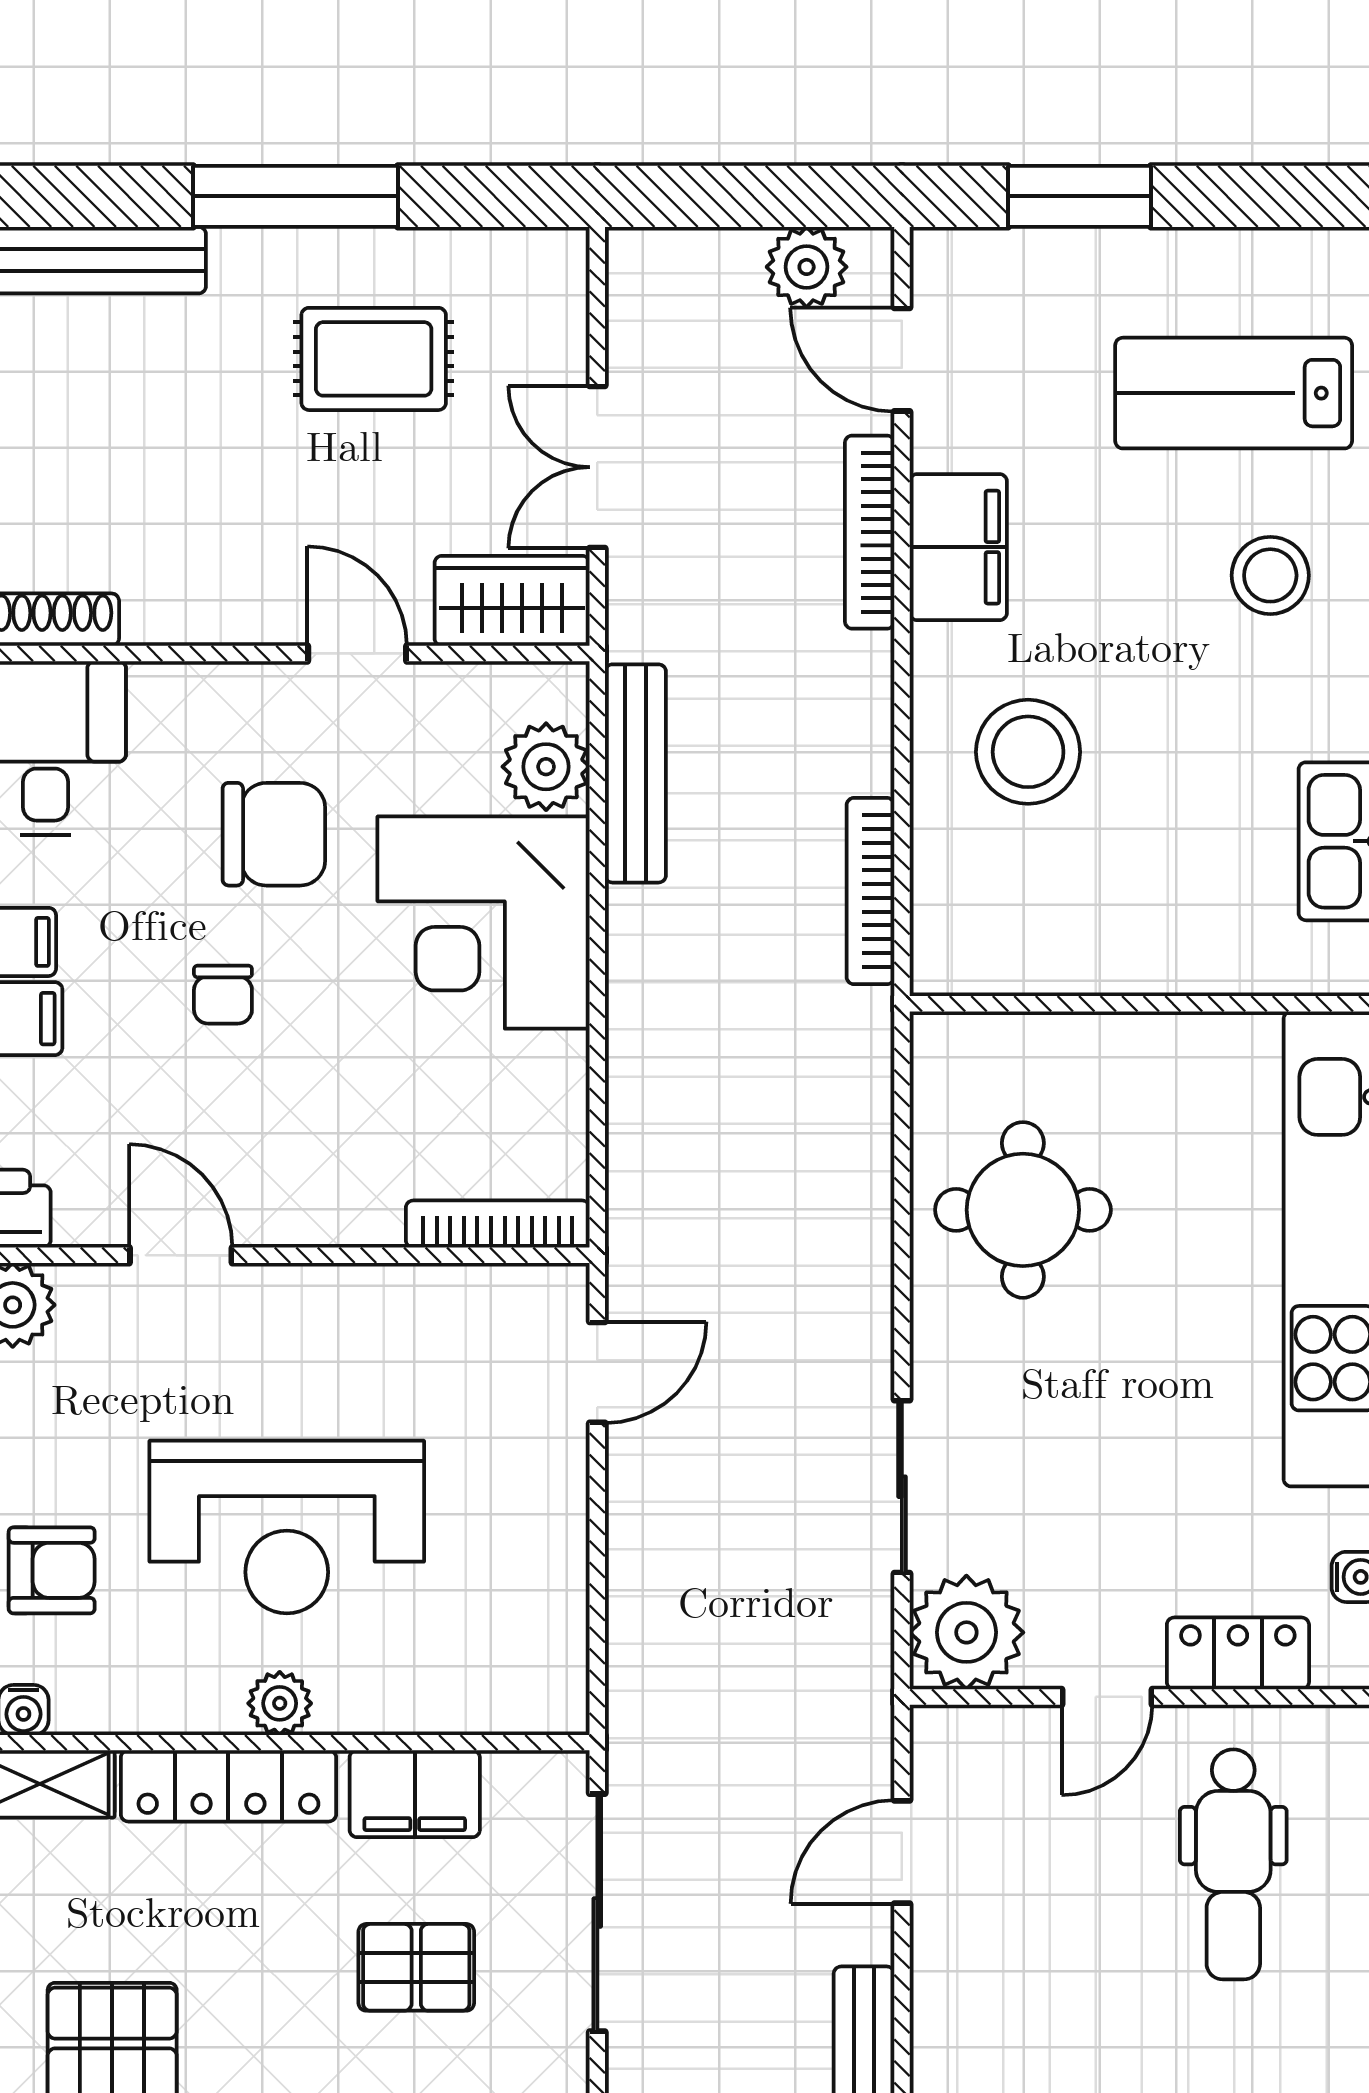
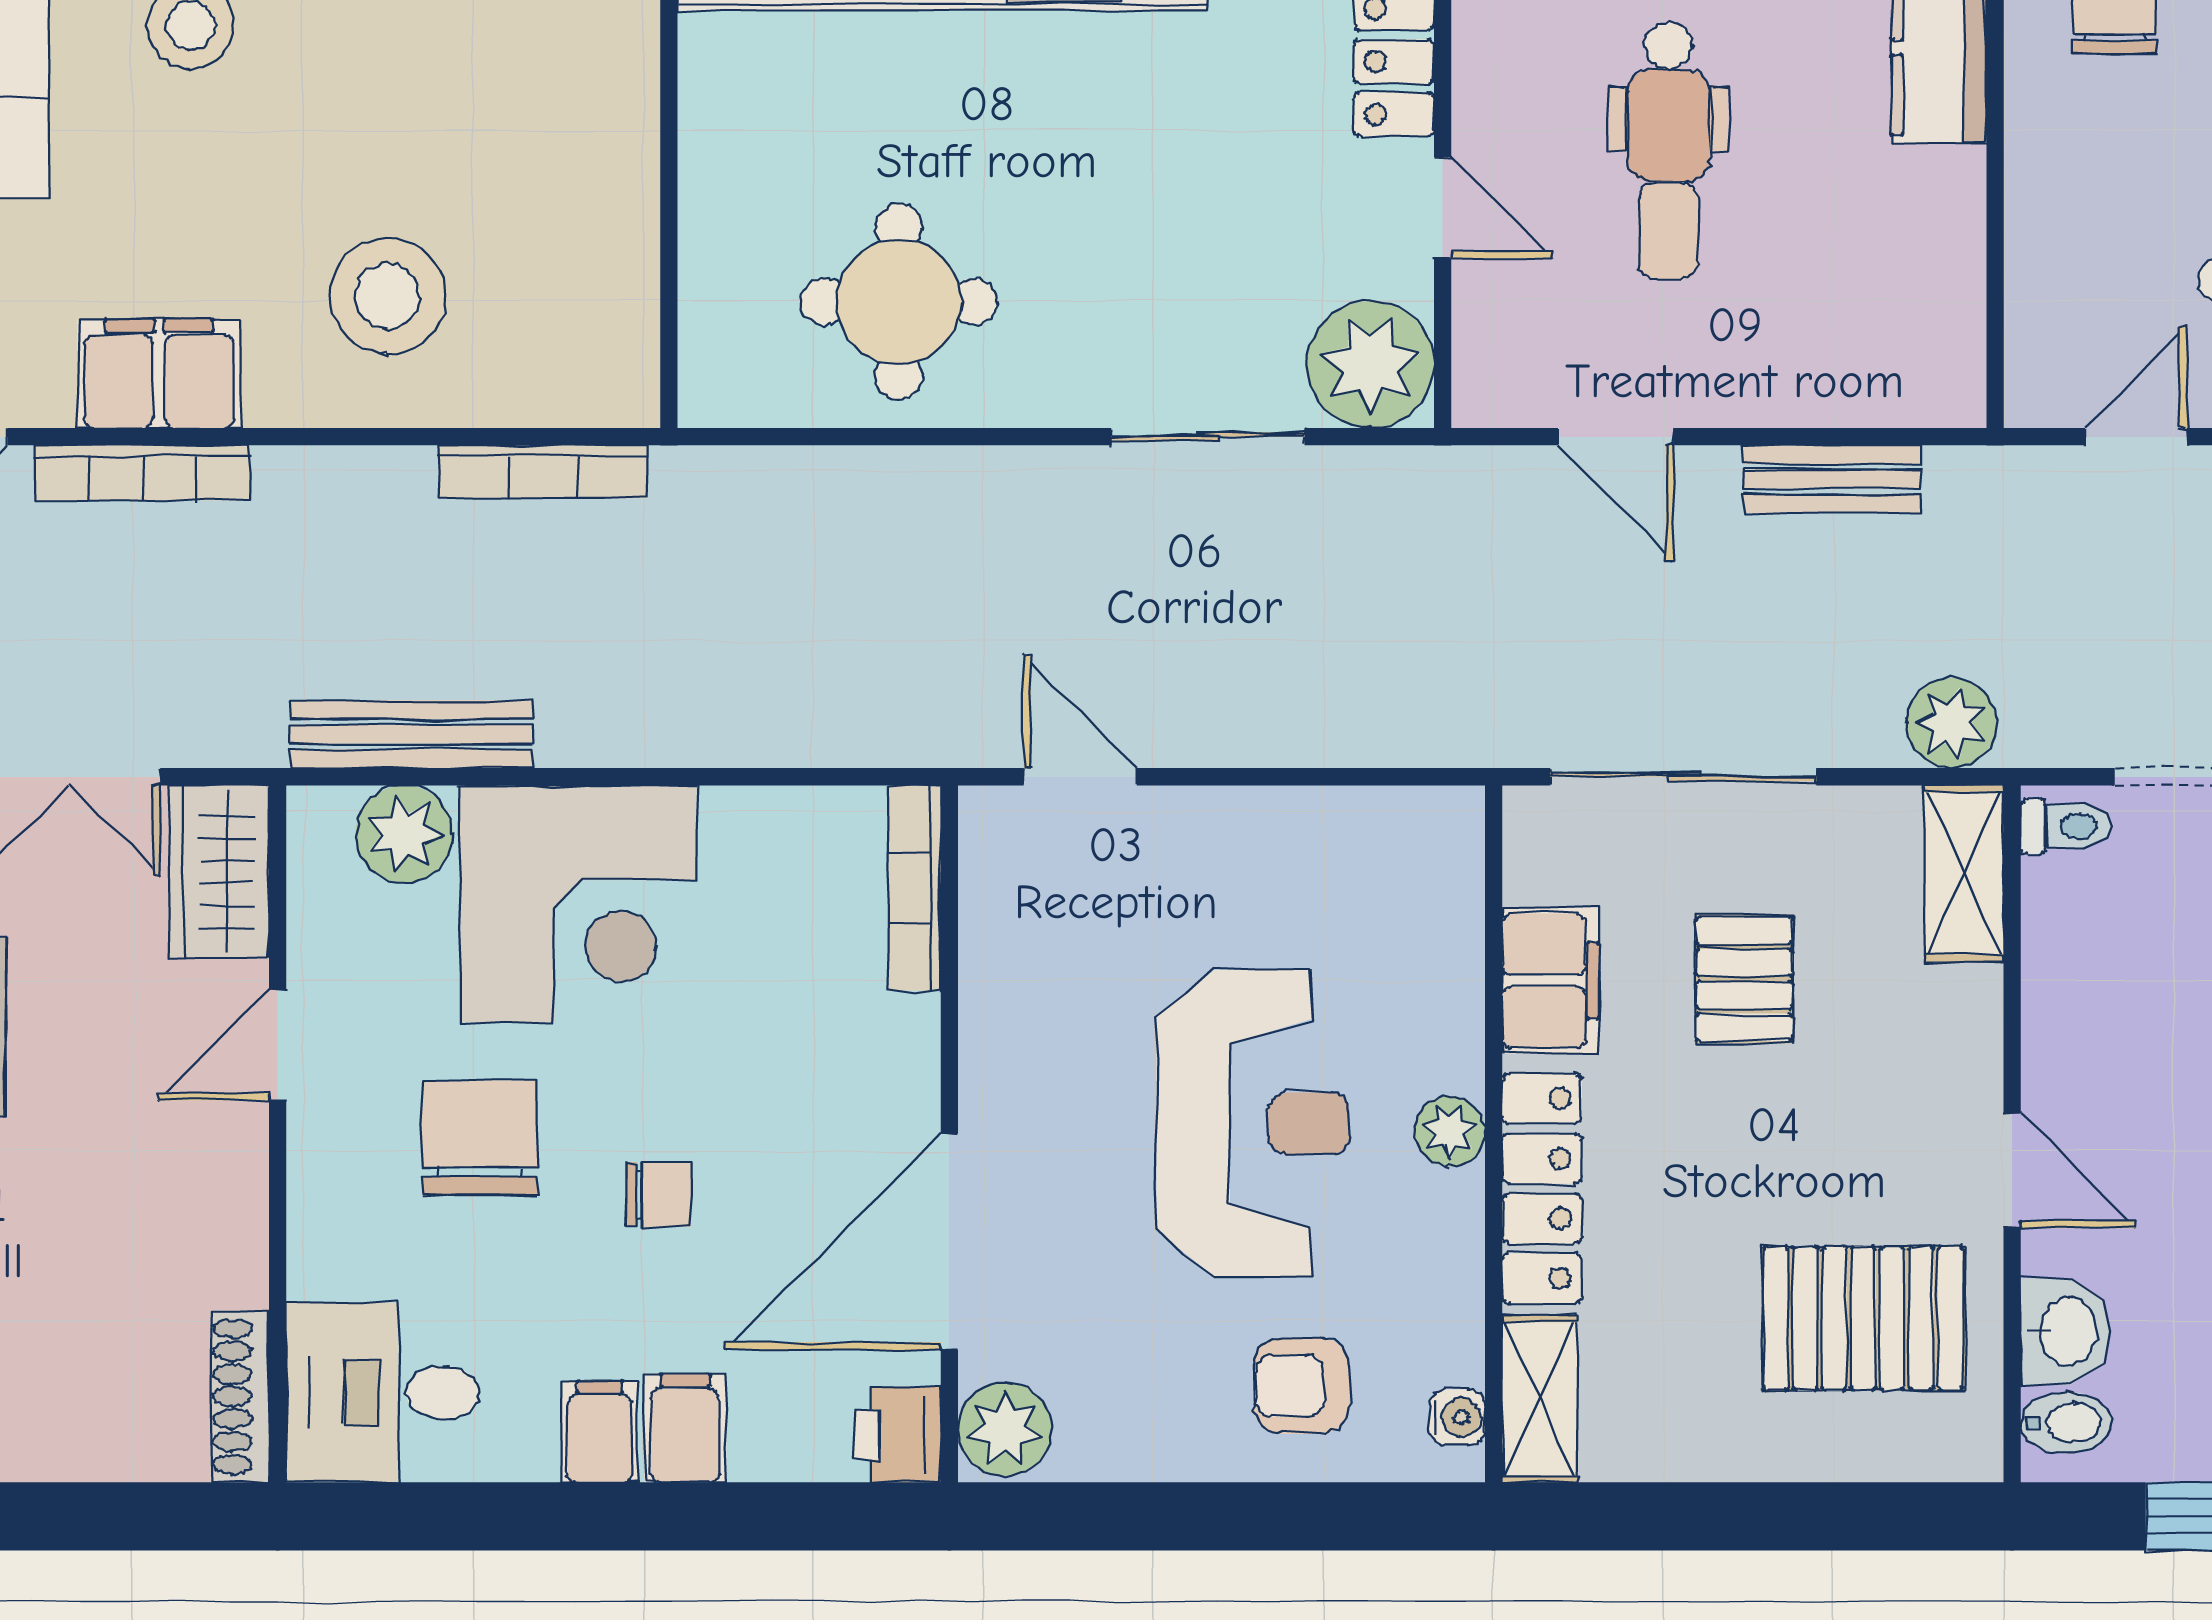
door: (181, 1255) -> (949, 1242), width x1.87
armchair: (52, 1570) -> (1301, 1386), turned -90
dental chair: (1233, 1864) -> (1669, 151), moved, turned 90

